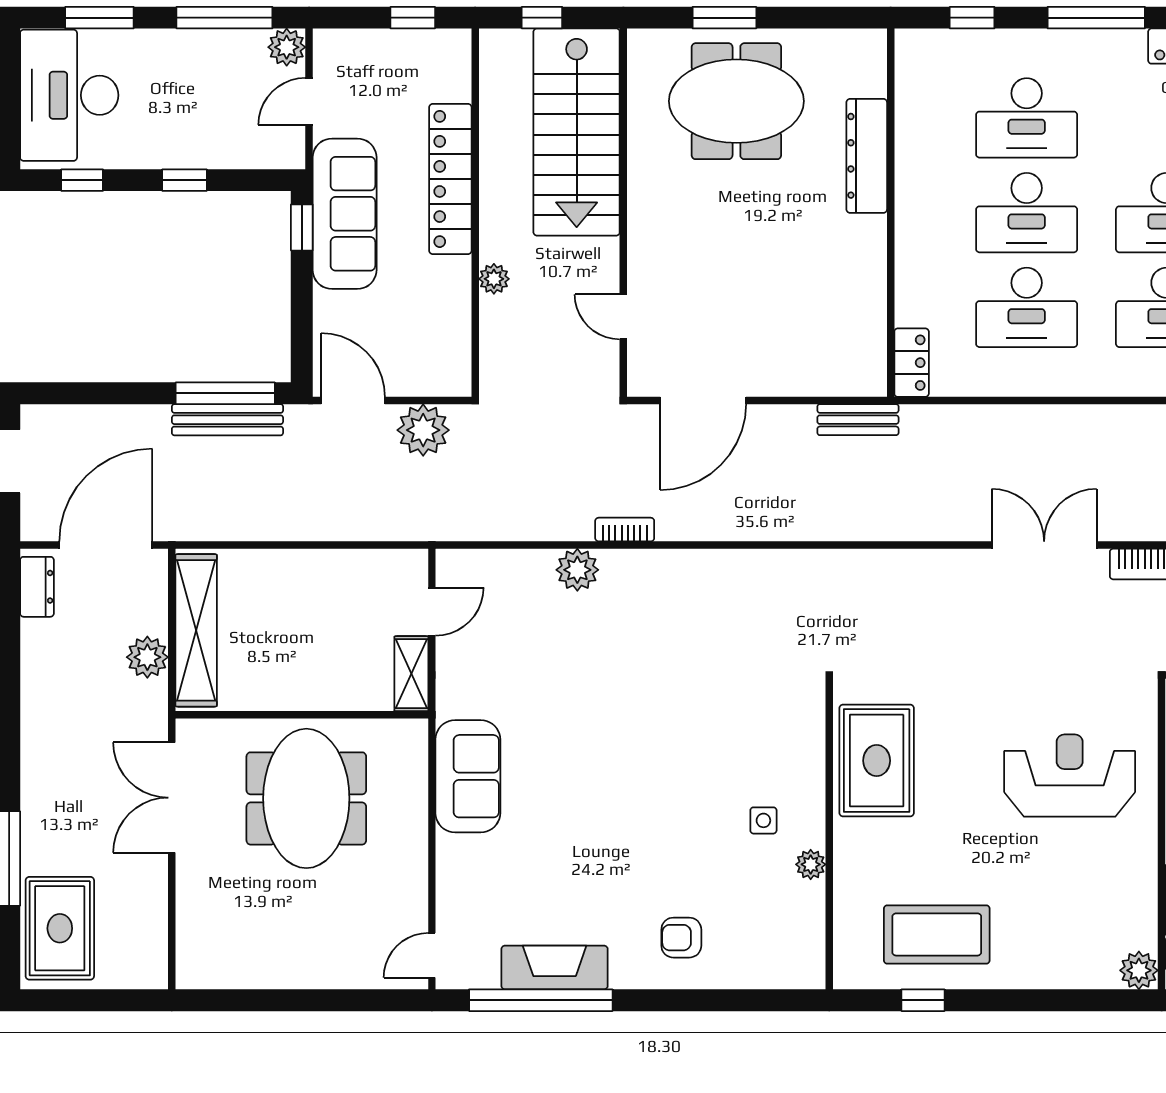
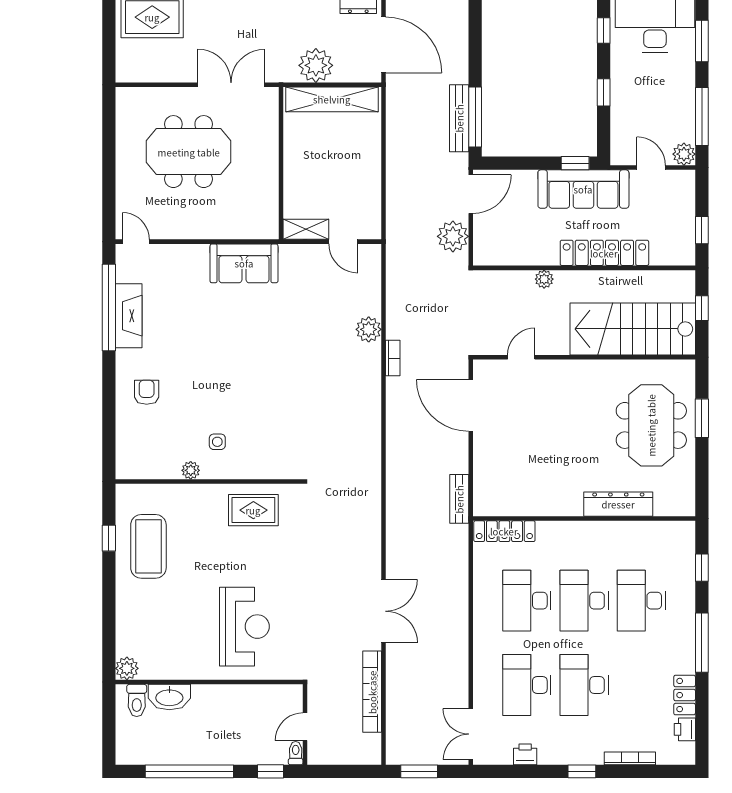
locker: (912, 363) -> (504, 531), width x1.53
plant: (147, 657) -> (316, 65), width x1.36, depth x1.36
rug: (877, 761) -> (253, 510), width x0.73, depth x0.70
meeting table: (306, 798) -> (189, 152), moved

